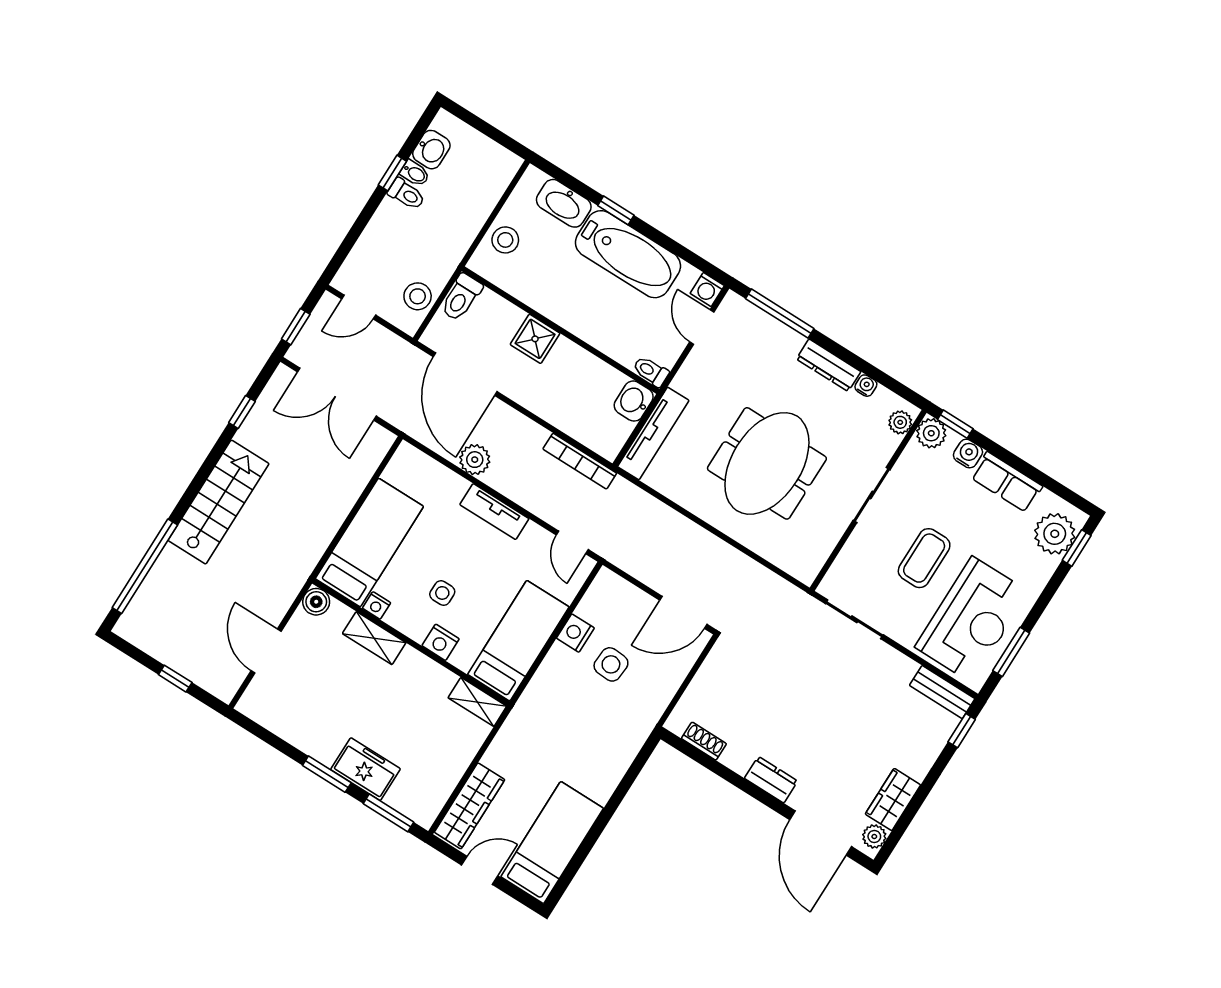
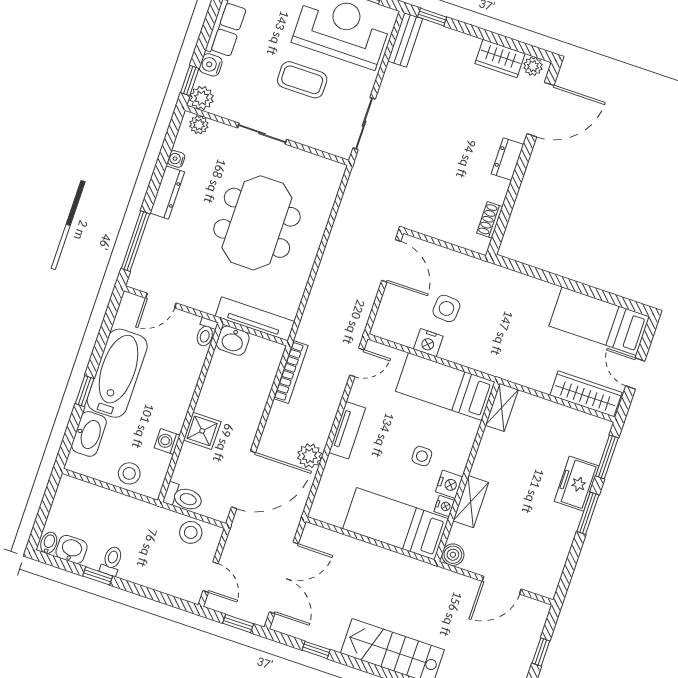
bidet: (415, 173) -> (49, 543), moved
washing machine: (707, 290) -> (167, 441), moved, turned 180
meeting table: (767, 463) -> (257, 223), turned 90
nightstand: (441, 642) -> (449, 484), moved

